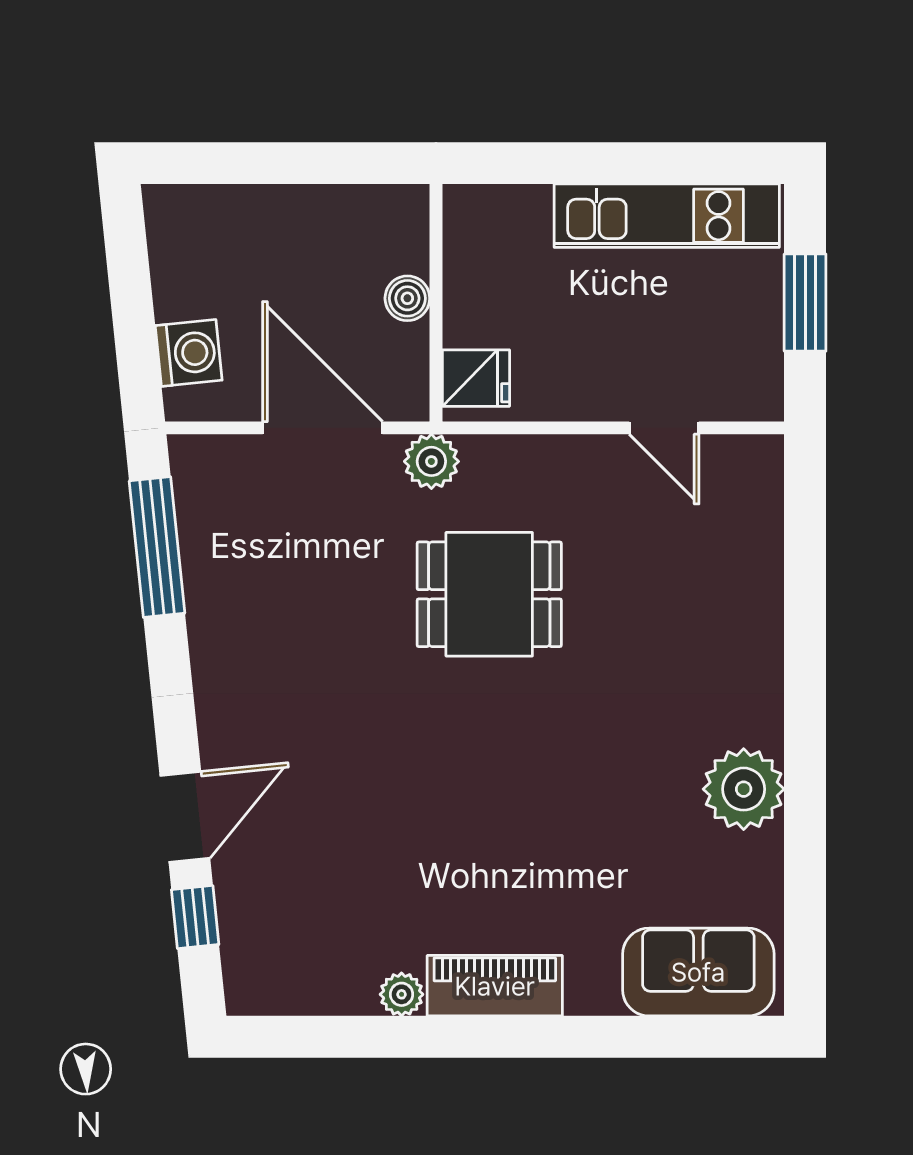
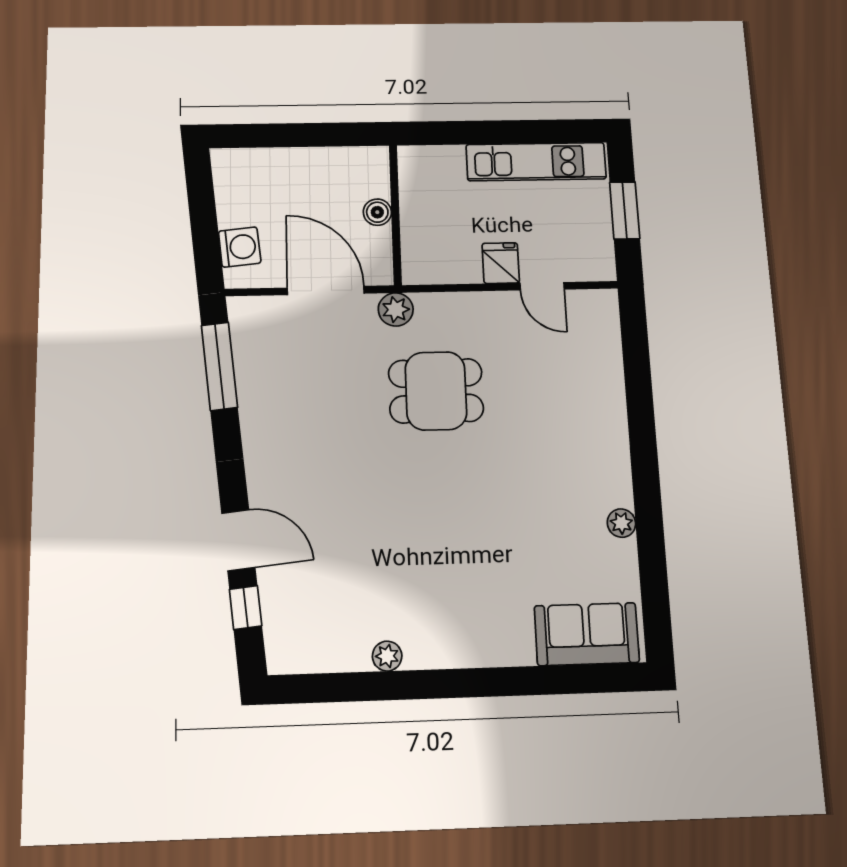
fridge: (476, 378) -> (501, 263), moved, turned -90
plant: (744, 789) -> (621, 523), width x0.53, depth x0.53
door: (185, 817) -> (238, 540), hinge flipped
piano: (495, 986) -> (450, 648), removed

